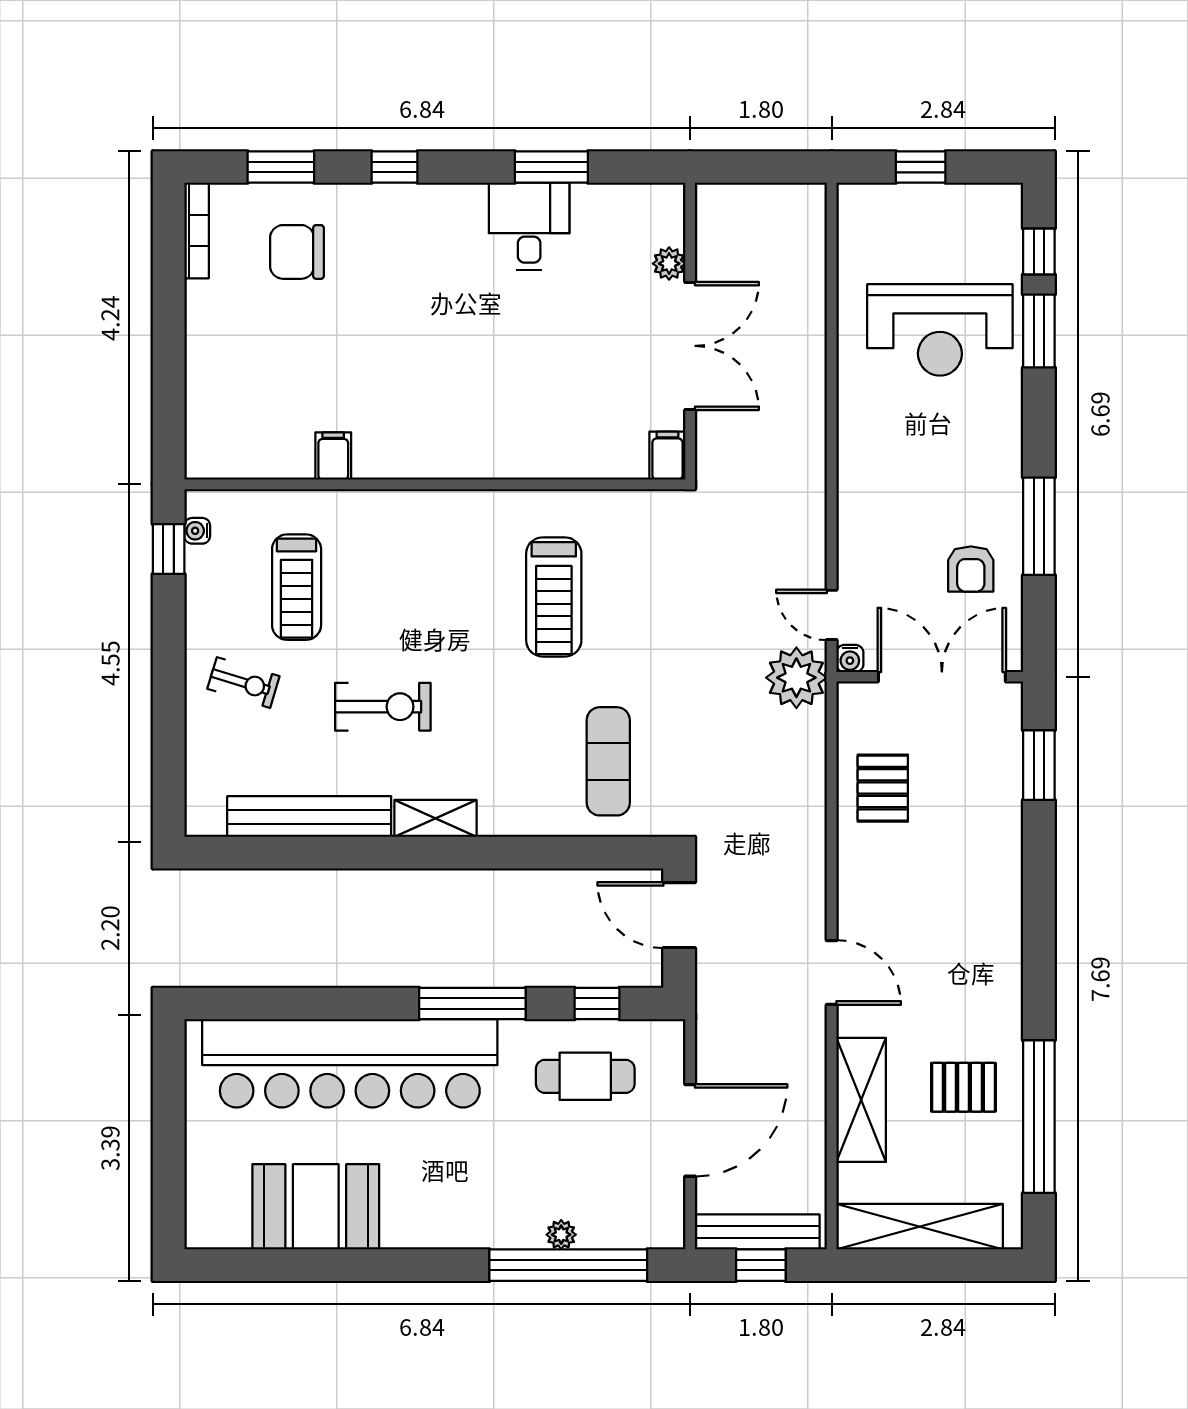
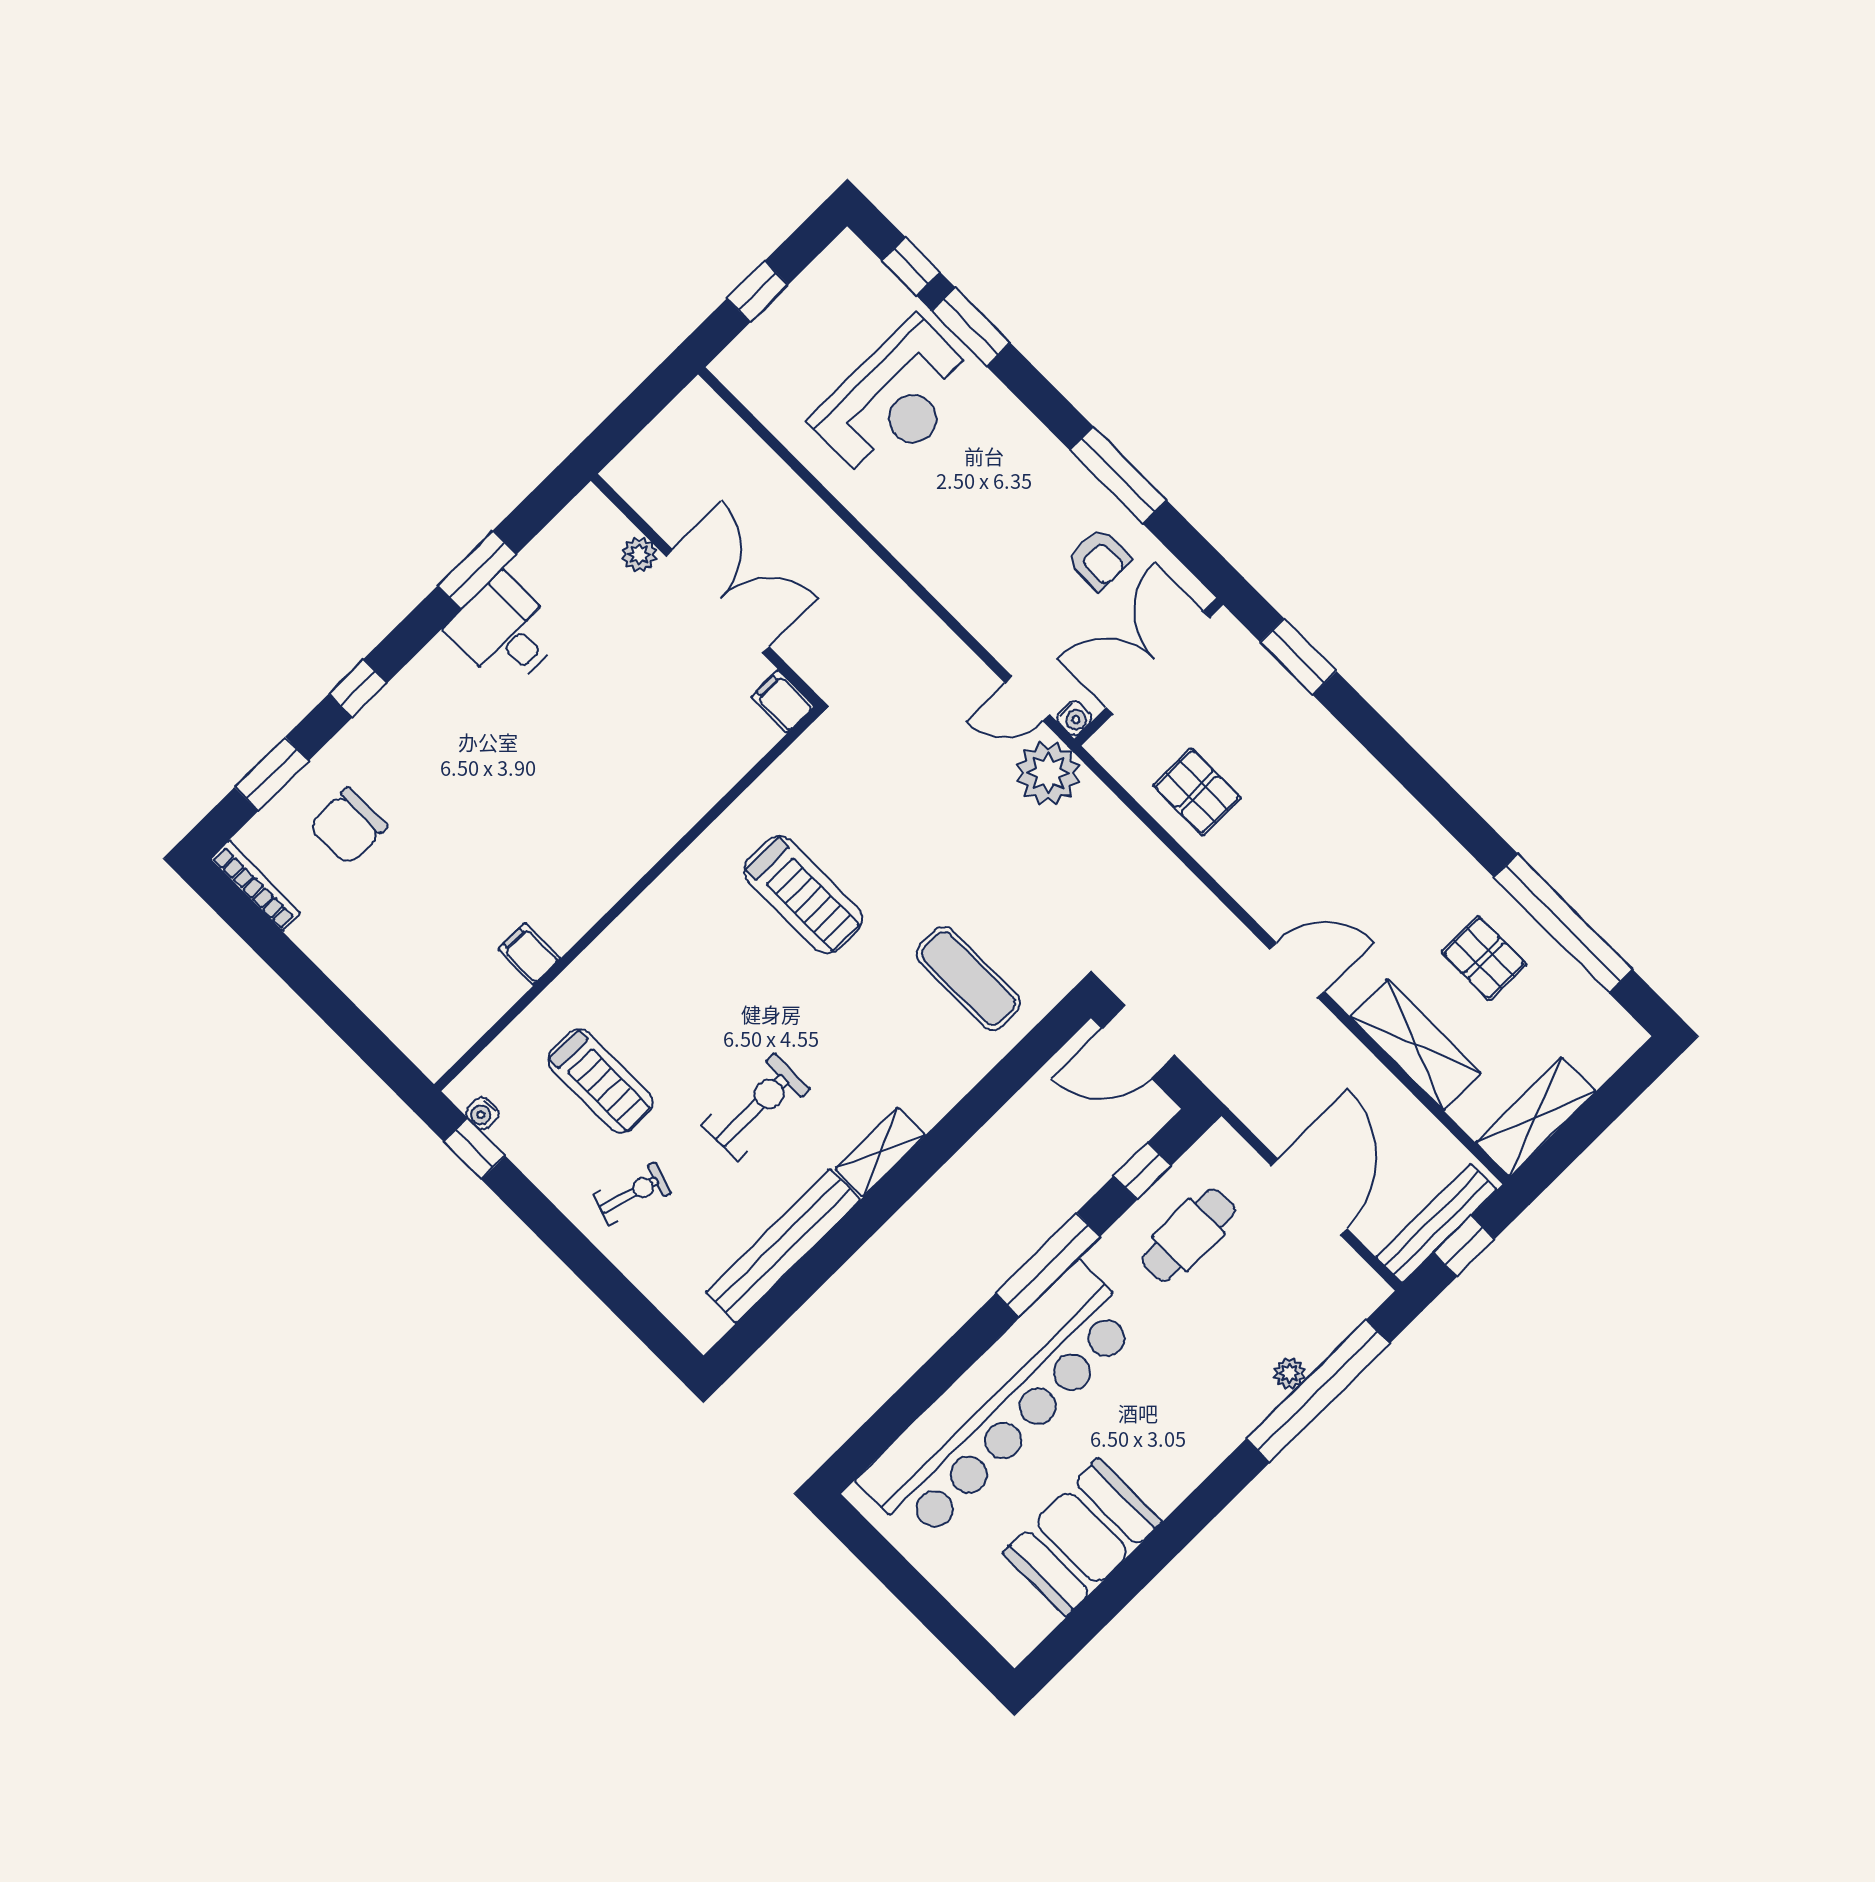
pallet: (963, 1087) -> (1484, 958), turned 90
shelving: (920, 1227) -> (1536, 1117), width x0.68

